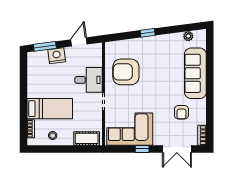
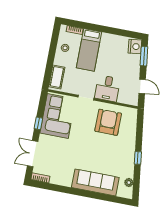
window: (148, 33) -> (138, 158), moved
nightstand: (57, 56) -> (135, 46), moved
armchair: (181, 112) -> (64, 164), removed

